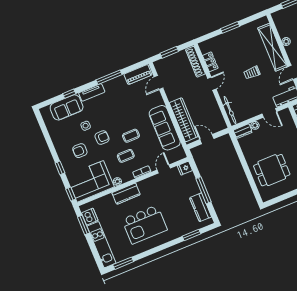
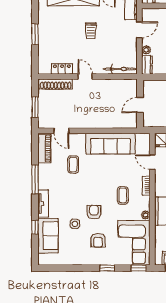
wardrobe: (184, 120) -> (110, 121), removed
coffee table: (131, 136) -> (73, 164), moved

